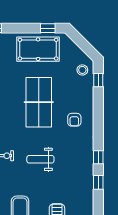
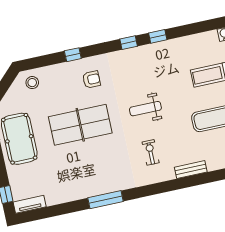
window: (98, 80) -> (73, 55), moved
weight bench: (40, 159) -> (145, 109), turned 90

